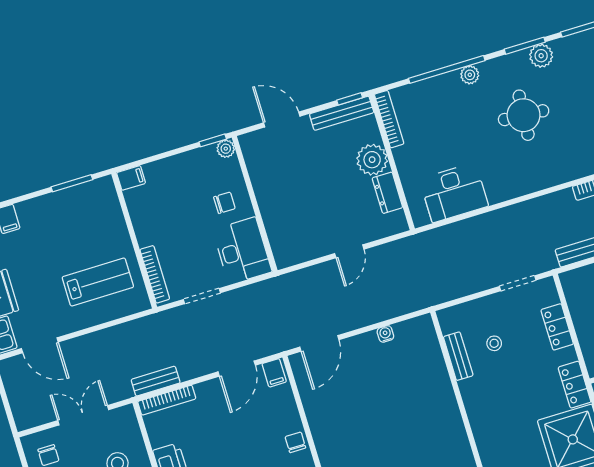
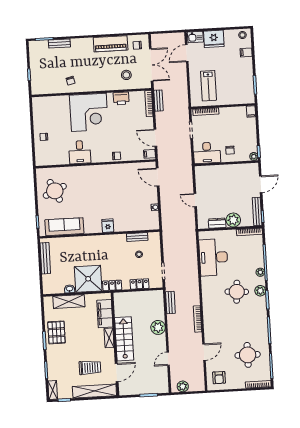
plant: (541, 56) -> (260, 291), moved
desk: (454, 193) -> (213, 257), width x1.36, depth x1.30
double door: (83, 415) -> (151, 65), width x1.37
fridge: (449, 425) -> (108, 226), added

